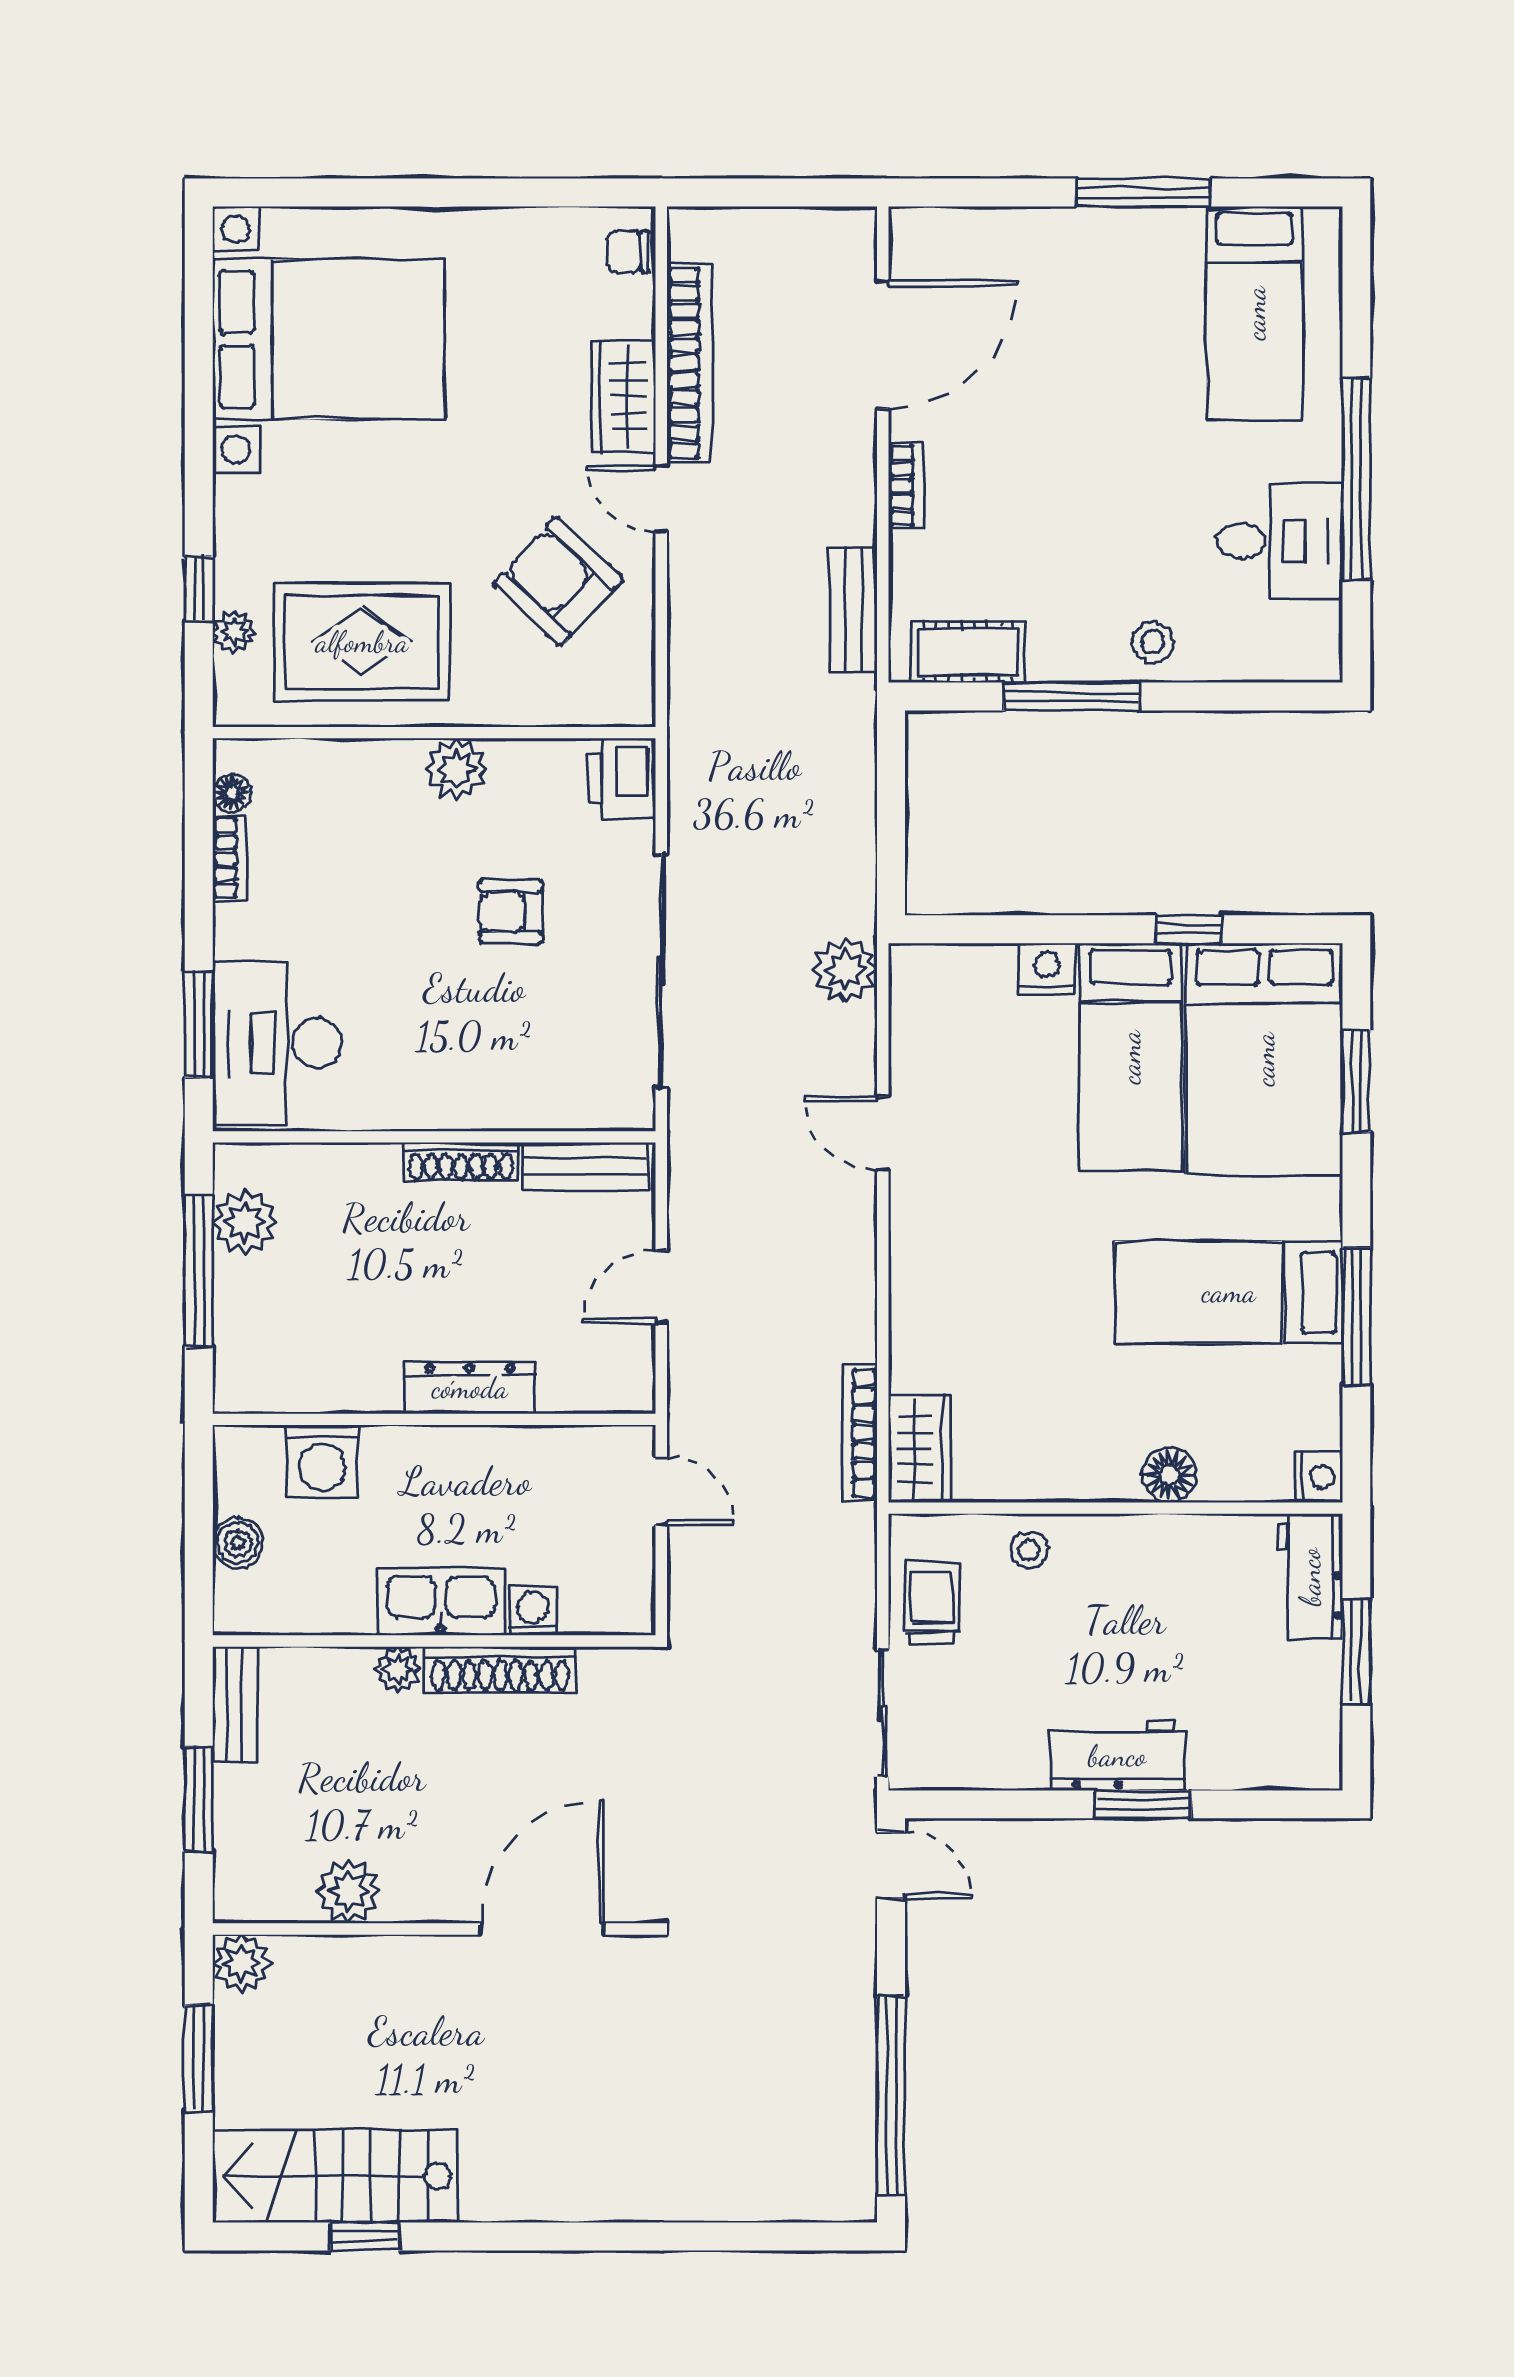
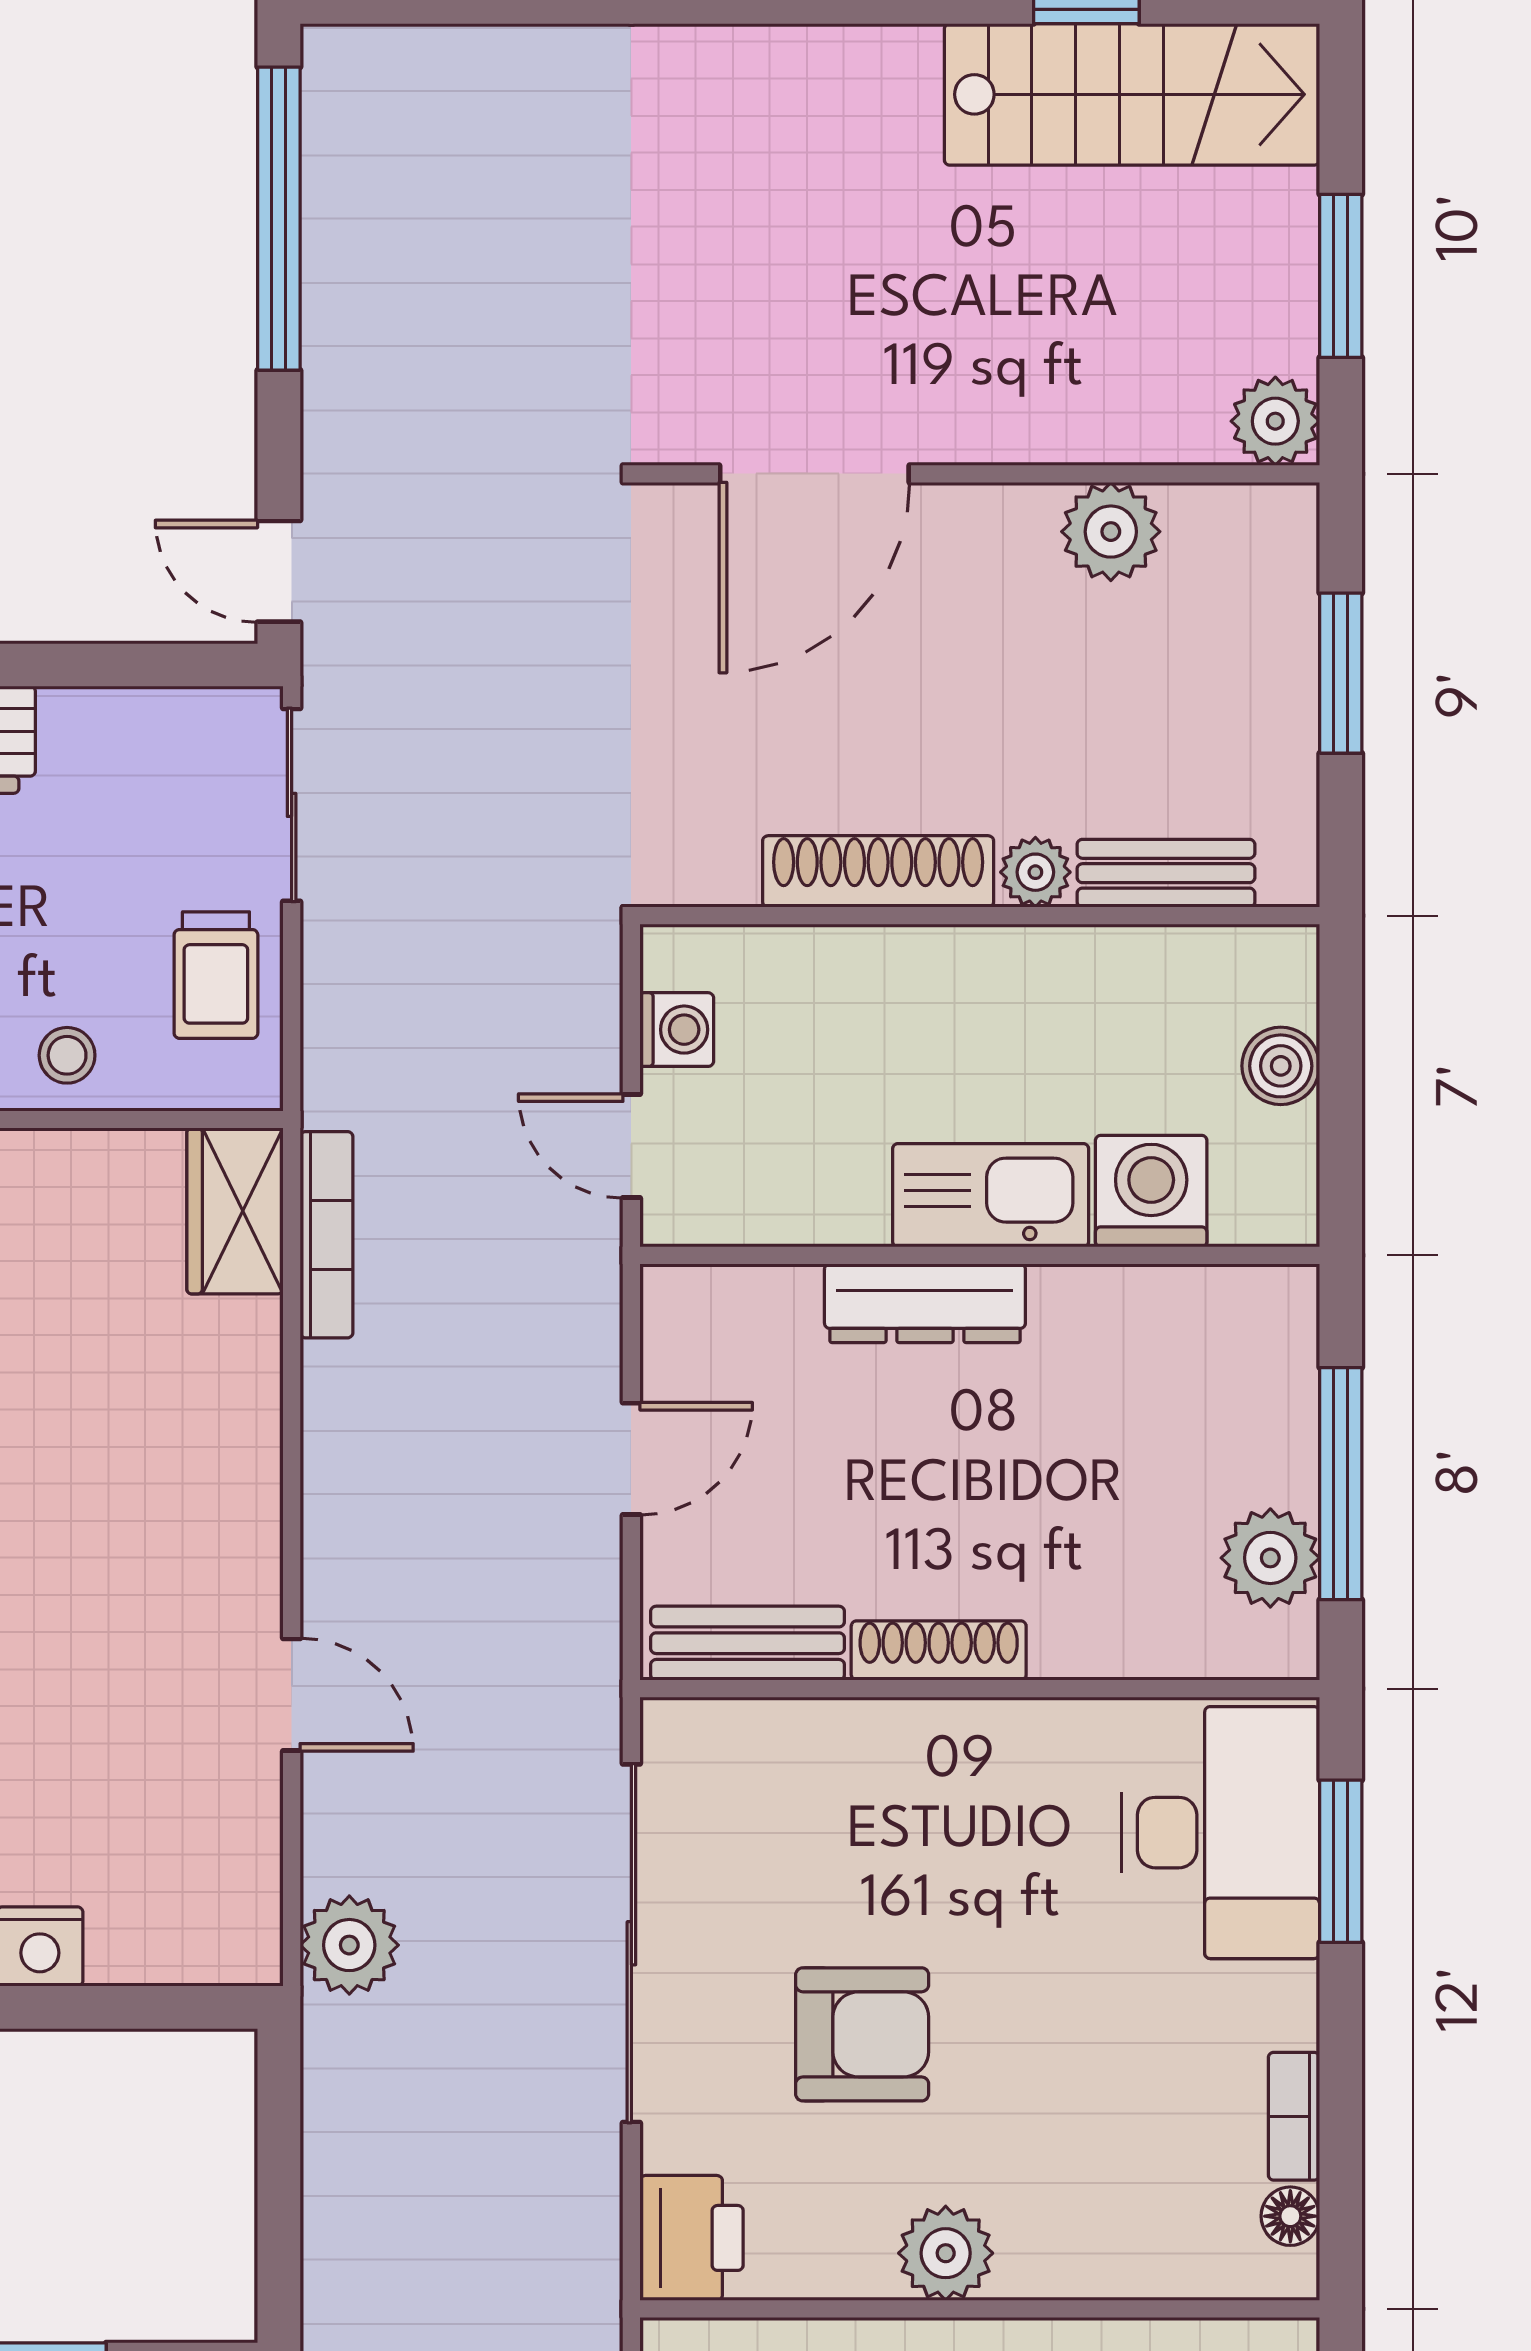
armchair: (511, 912) -> (862, 2034), width x1.38, depth x1.38
kitchen sink: (441, 1602) -> (991, 1195), moved, turned 180
washing machine: (533, 1611) -> (677, 1030), moved, turned -90
bench: (235, 1704) -> (1166, 873), moved, turned 90

